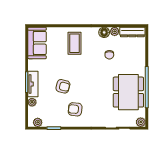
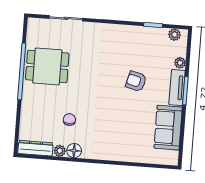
sofa: (37, 43) -> (168, 128), moved
coffee table: (75, 43) -> (116, 139), removed
dining table: (128, 92) -> (47, 66), width x0.73
armchair: (75, 109) -> (122, 49), removed
plant: (141, 122) -> (34, 24), removed

